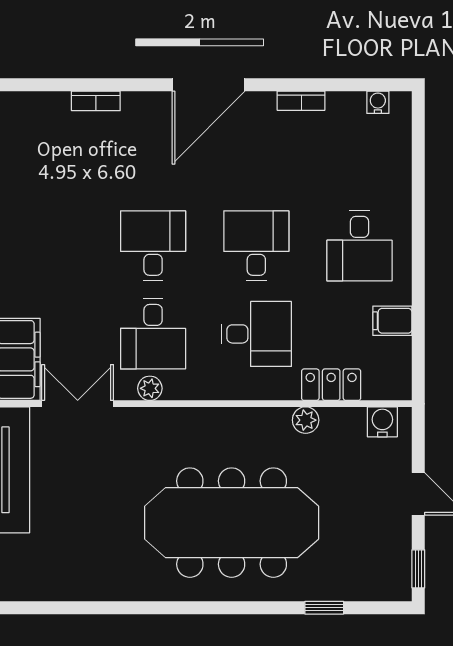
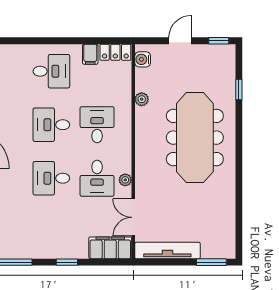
desk: (153, 334) -> (97, 178), turned 90
locker: (331, 385) -> (115, 52), moved, turned -90

